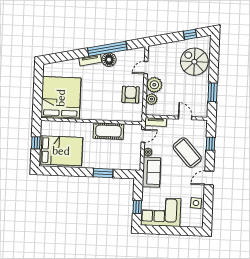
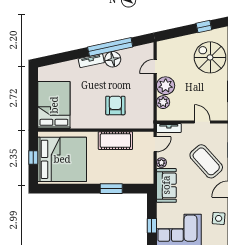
armchair: (131, 95) -> (115, 105), moved
bed: (61, 98) -> (54, 105), width x0.73
bed: (61, 151) -> (62, 159), width x1.36

